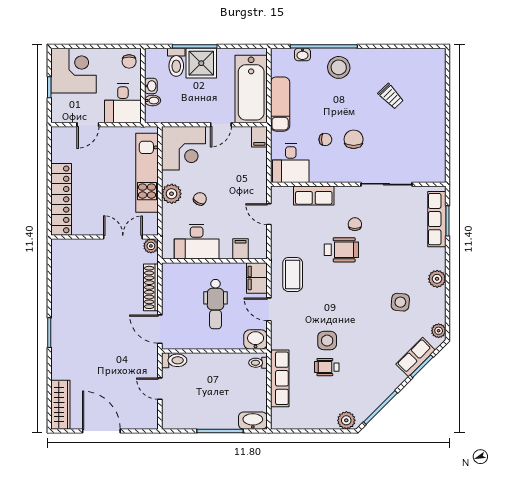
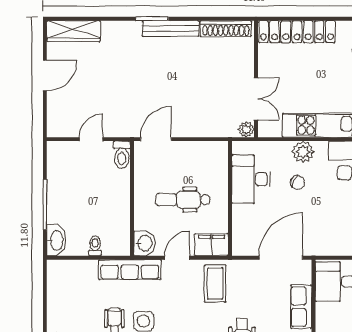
door: (269, 214) -> (281, 258), width x1.87
filing cabinet: (240, 249) -> (243, 227), removed
coffee table: (293, 274) -> (215, 284), turned 90
shoe rack: (151, 287) -> (226, 28), moved, turned 180
bench: (58, 315) -> (171, 28), added
toilet: (258, 363) -> (95, 246), moved
row of seats: (280, 378) -> (130, 270), moved
door: (101, 431) -> (45, 75), width x0.73

